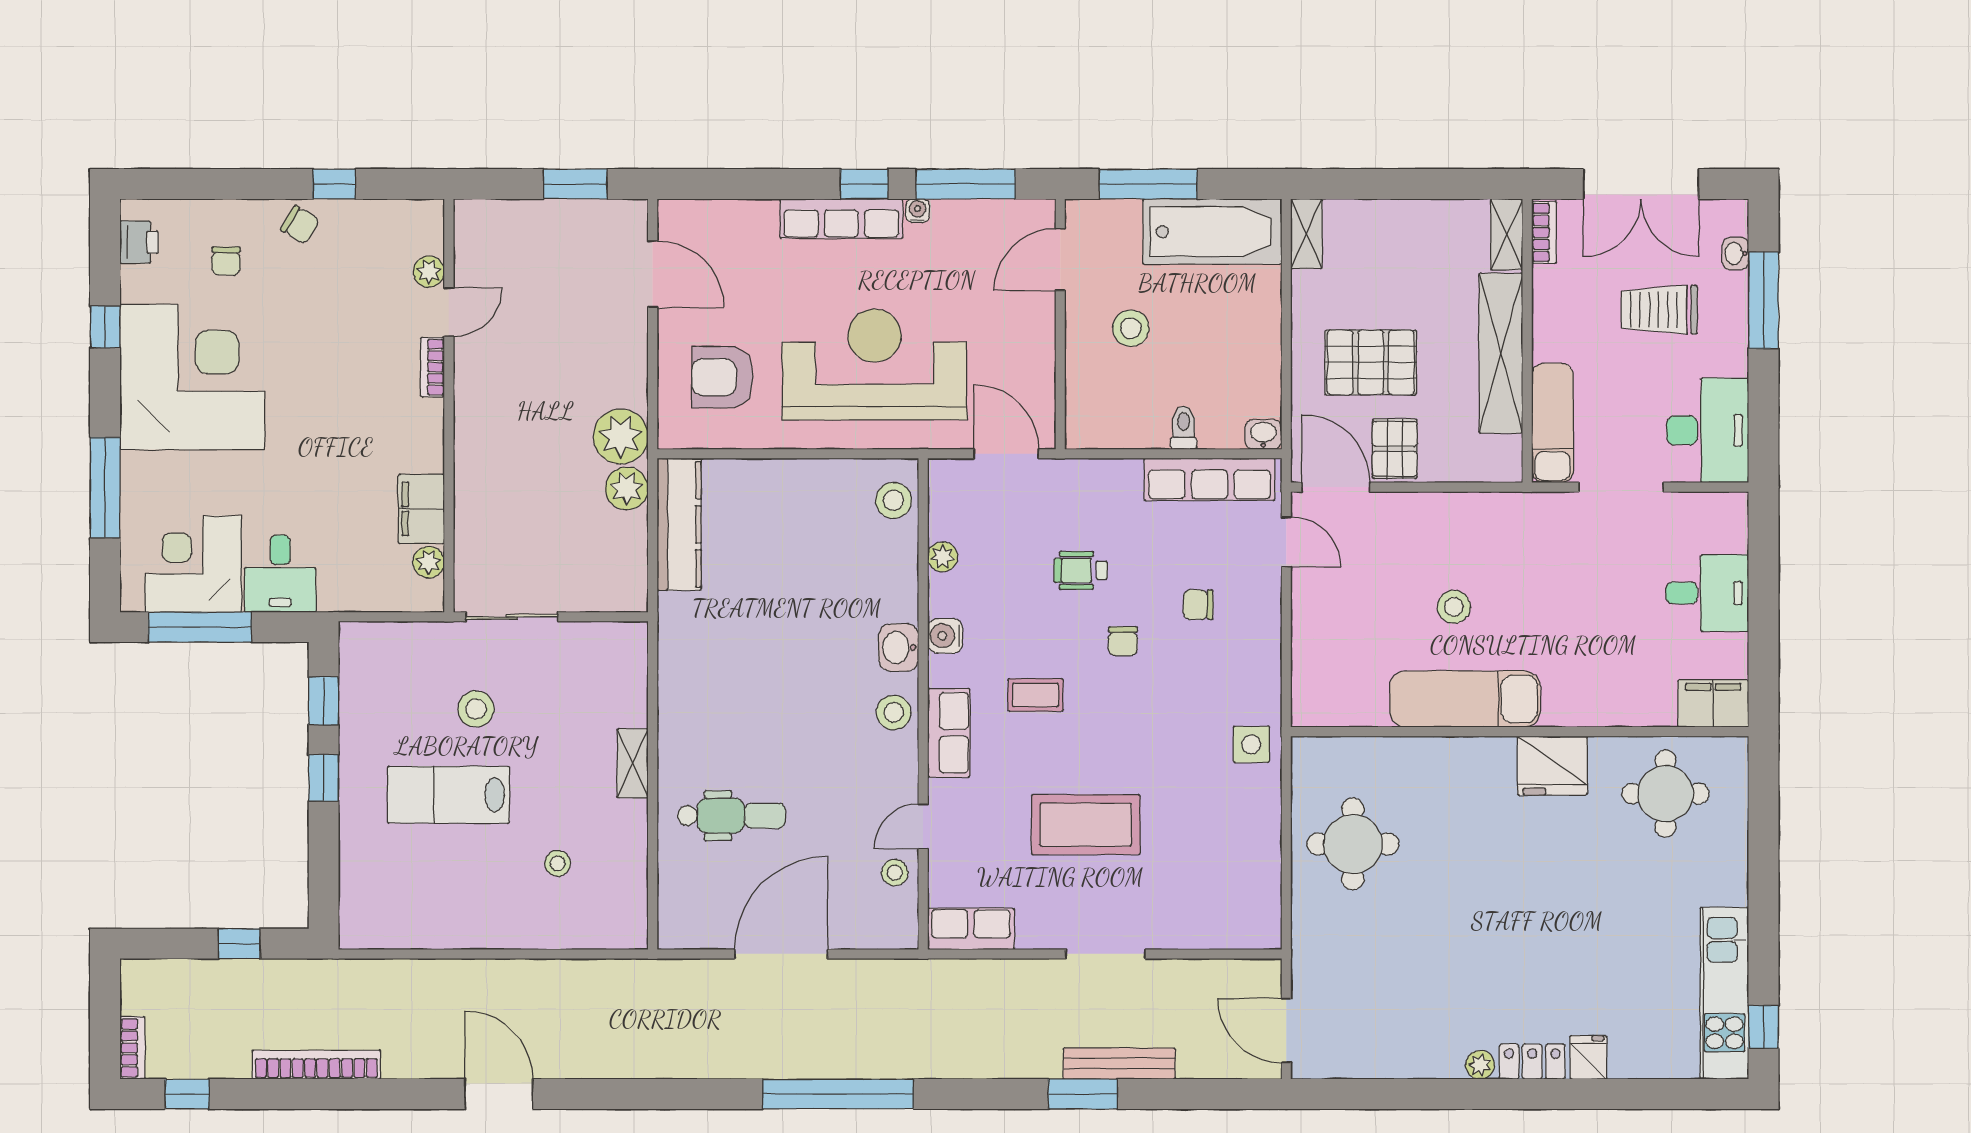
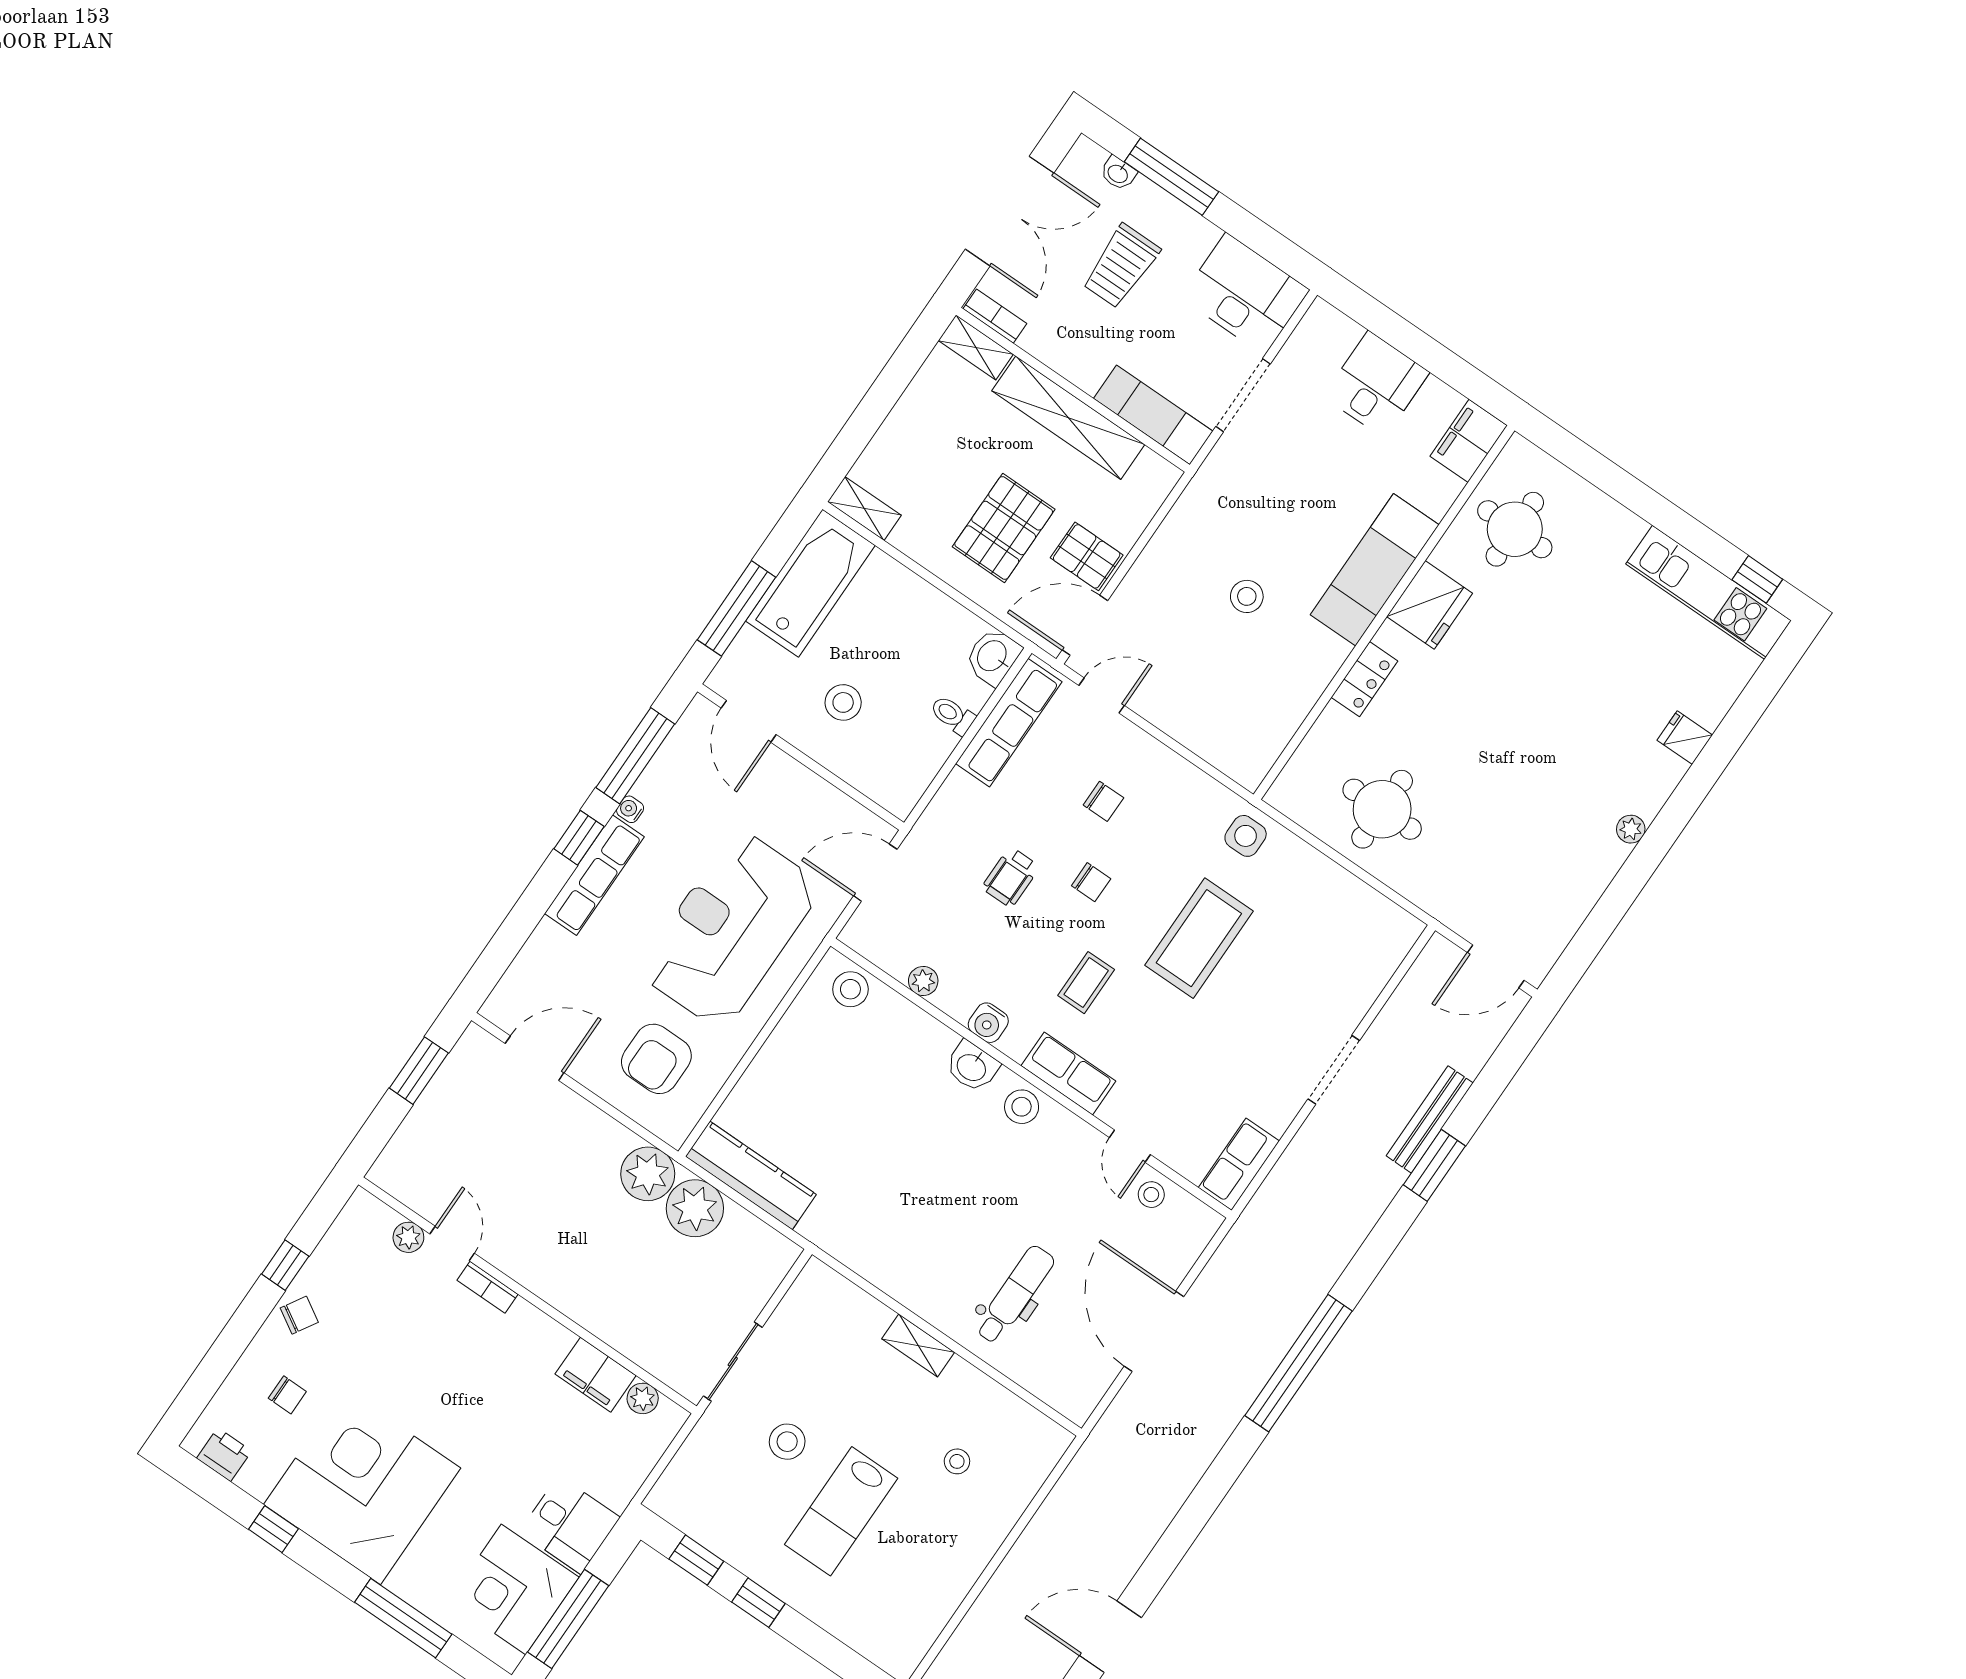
washbasin: (1263, 434) -> (993, 656), width x1.38, depth x1.45
plant: (627, 488) -> (695, 1208), width x1.36, depth x1.36
chair: (1198, 605) -> (1103, 801), turned -90
exam couch: (1465, 699) -> (1375, 570), moved
coffee table: (1086, 825) -> (1199, 938), moved
locker: (1532, 1062) -> (1364, 679), moved, turned 180

